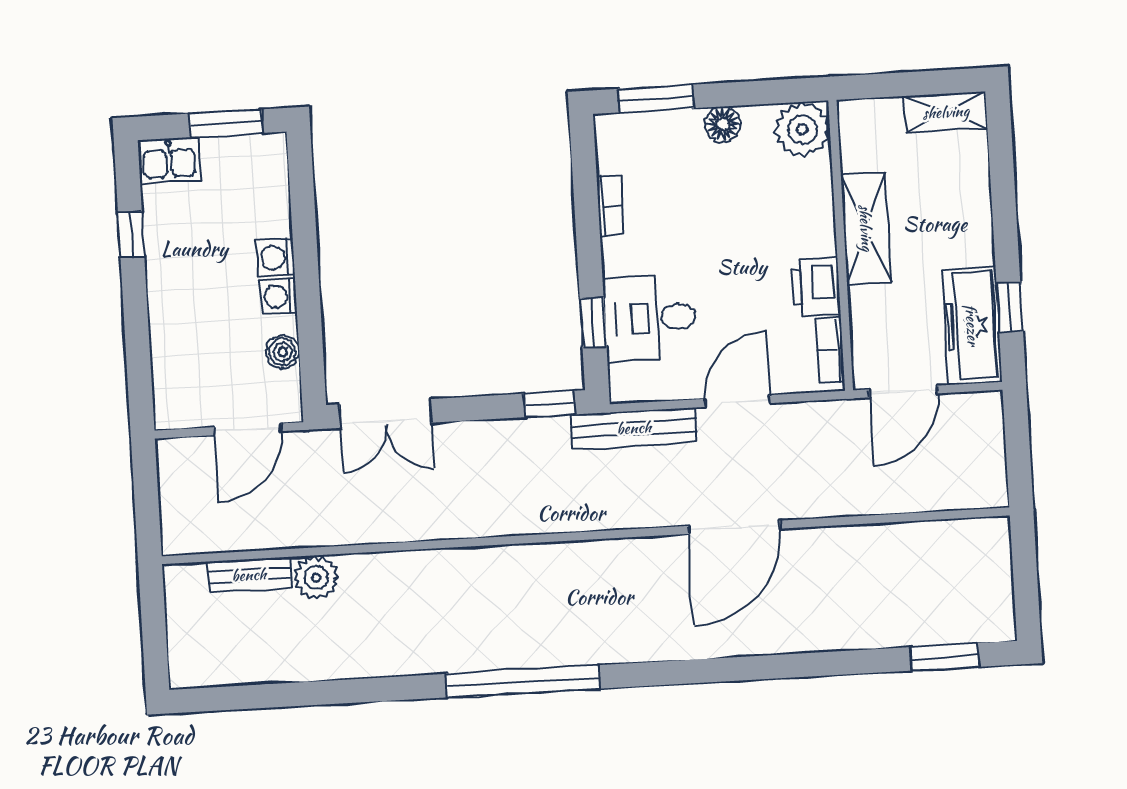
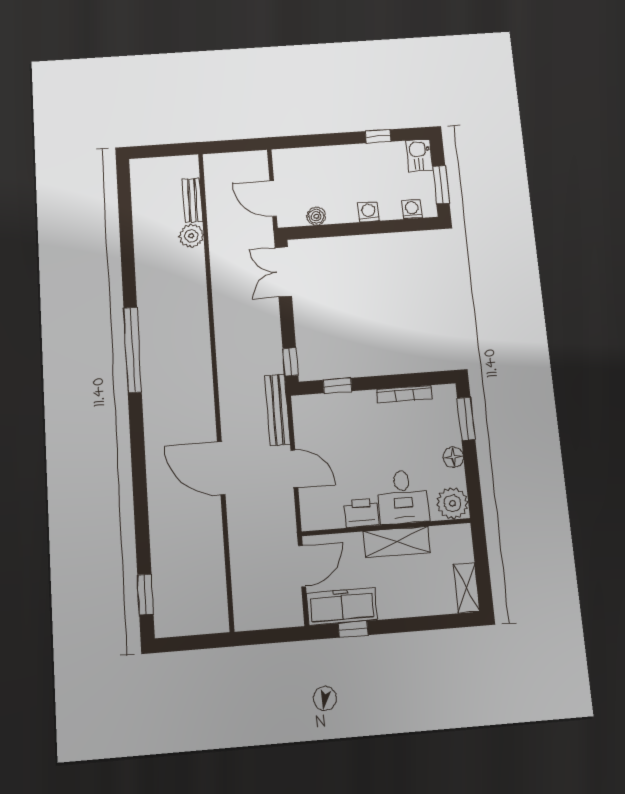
bookcase: (611, 206) -> (404, 394), width x1.56
washing machine: (279, 296) -> (412, 209), moved
desk: (650, 318) -> (403, 497), moved, turned 180
bookcase: (830, 350) -> (325, 522), removed
door: (903, 391) -> (302, 566), swing flipped

